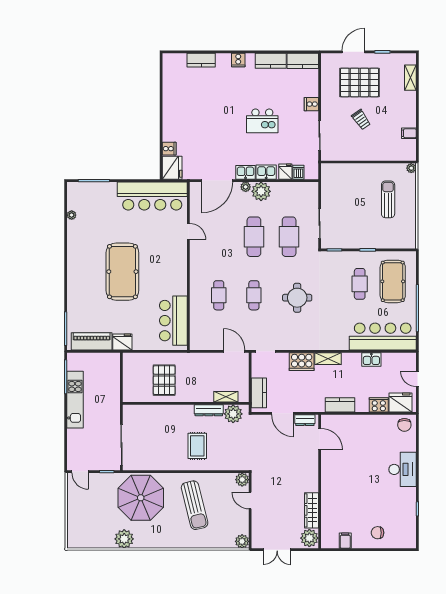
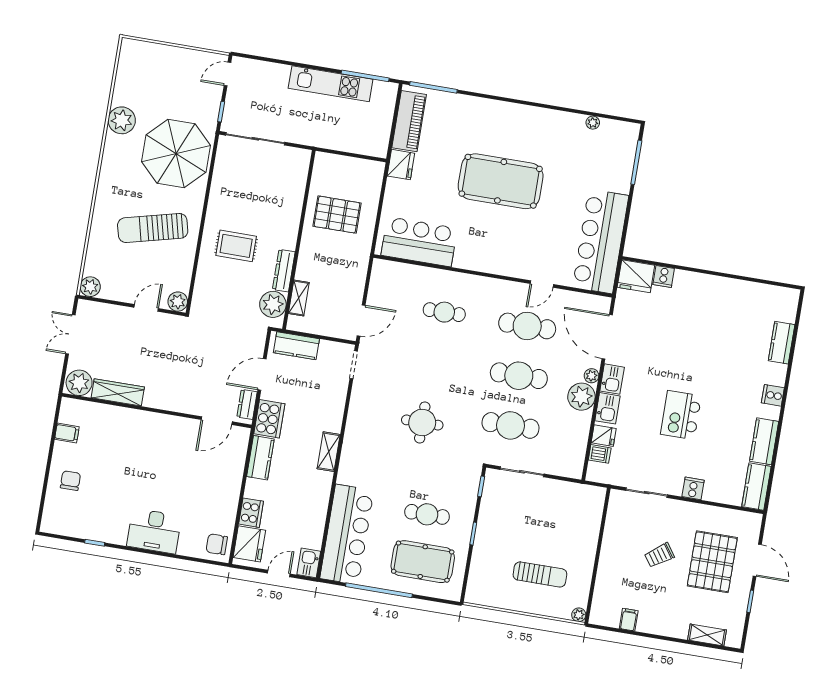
cafe table: (254, 295) -> (527, 326), moved, width x1.37, depth x1.35
kitchen sink: (371, 360) -> (309, 563), moved
cooker: (302, 362) -> (269, 419), moved, turned 180

